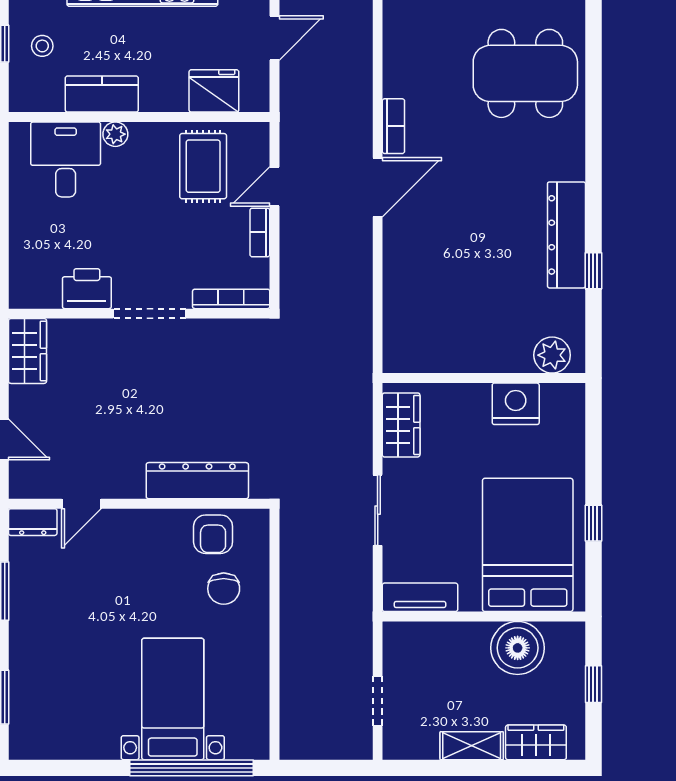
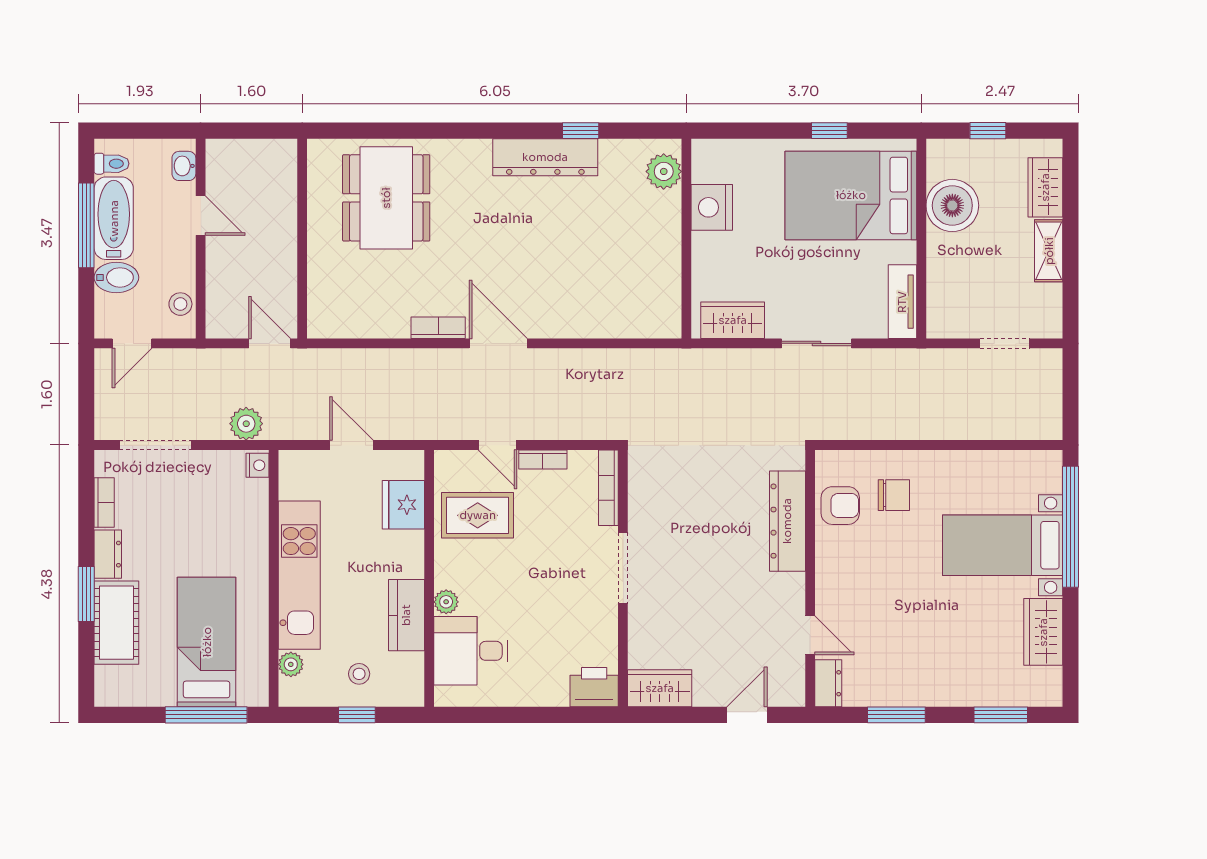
printer: (87, 289) -> (594, 687), moved, turned 90
wardrobe: (85, 740) -> (1043, 632), added

